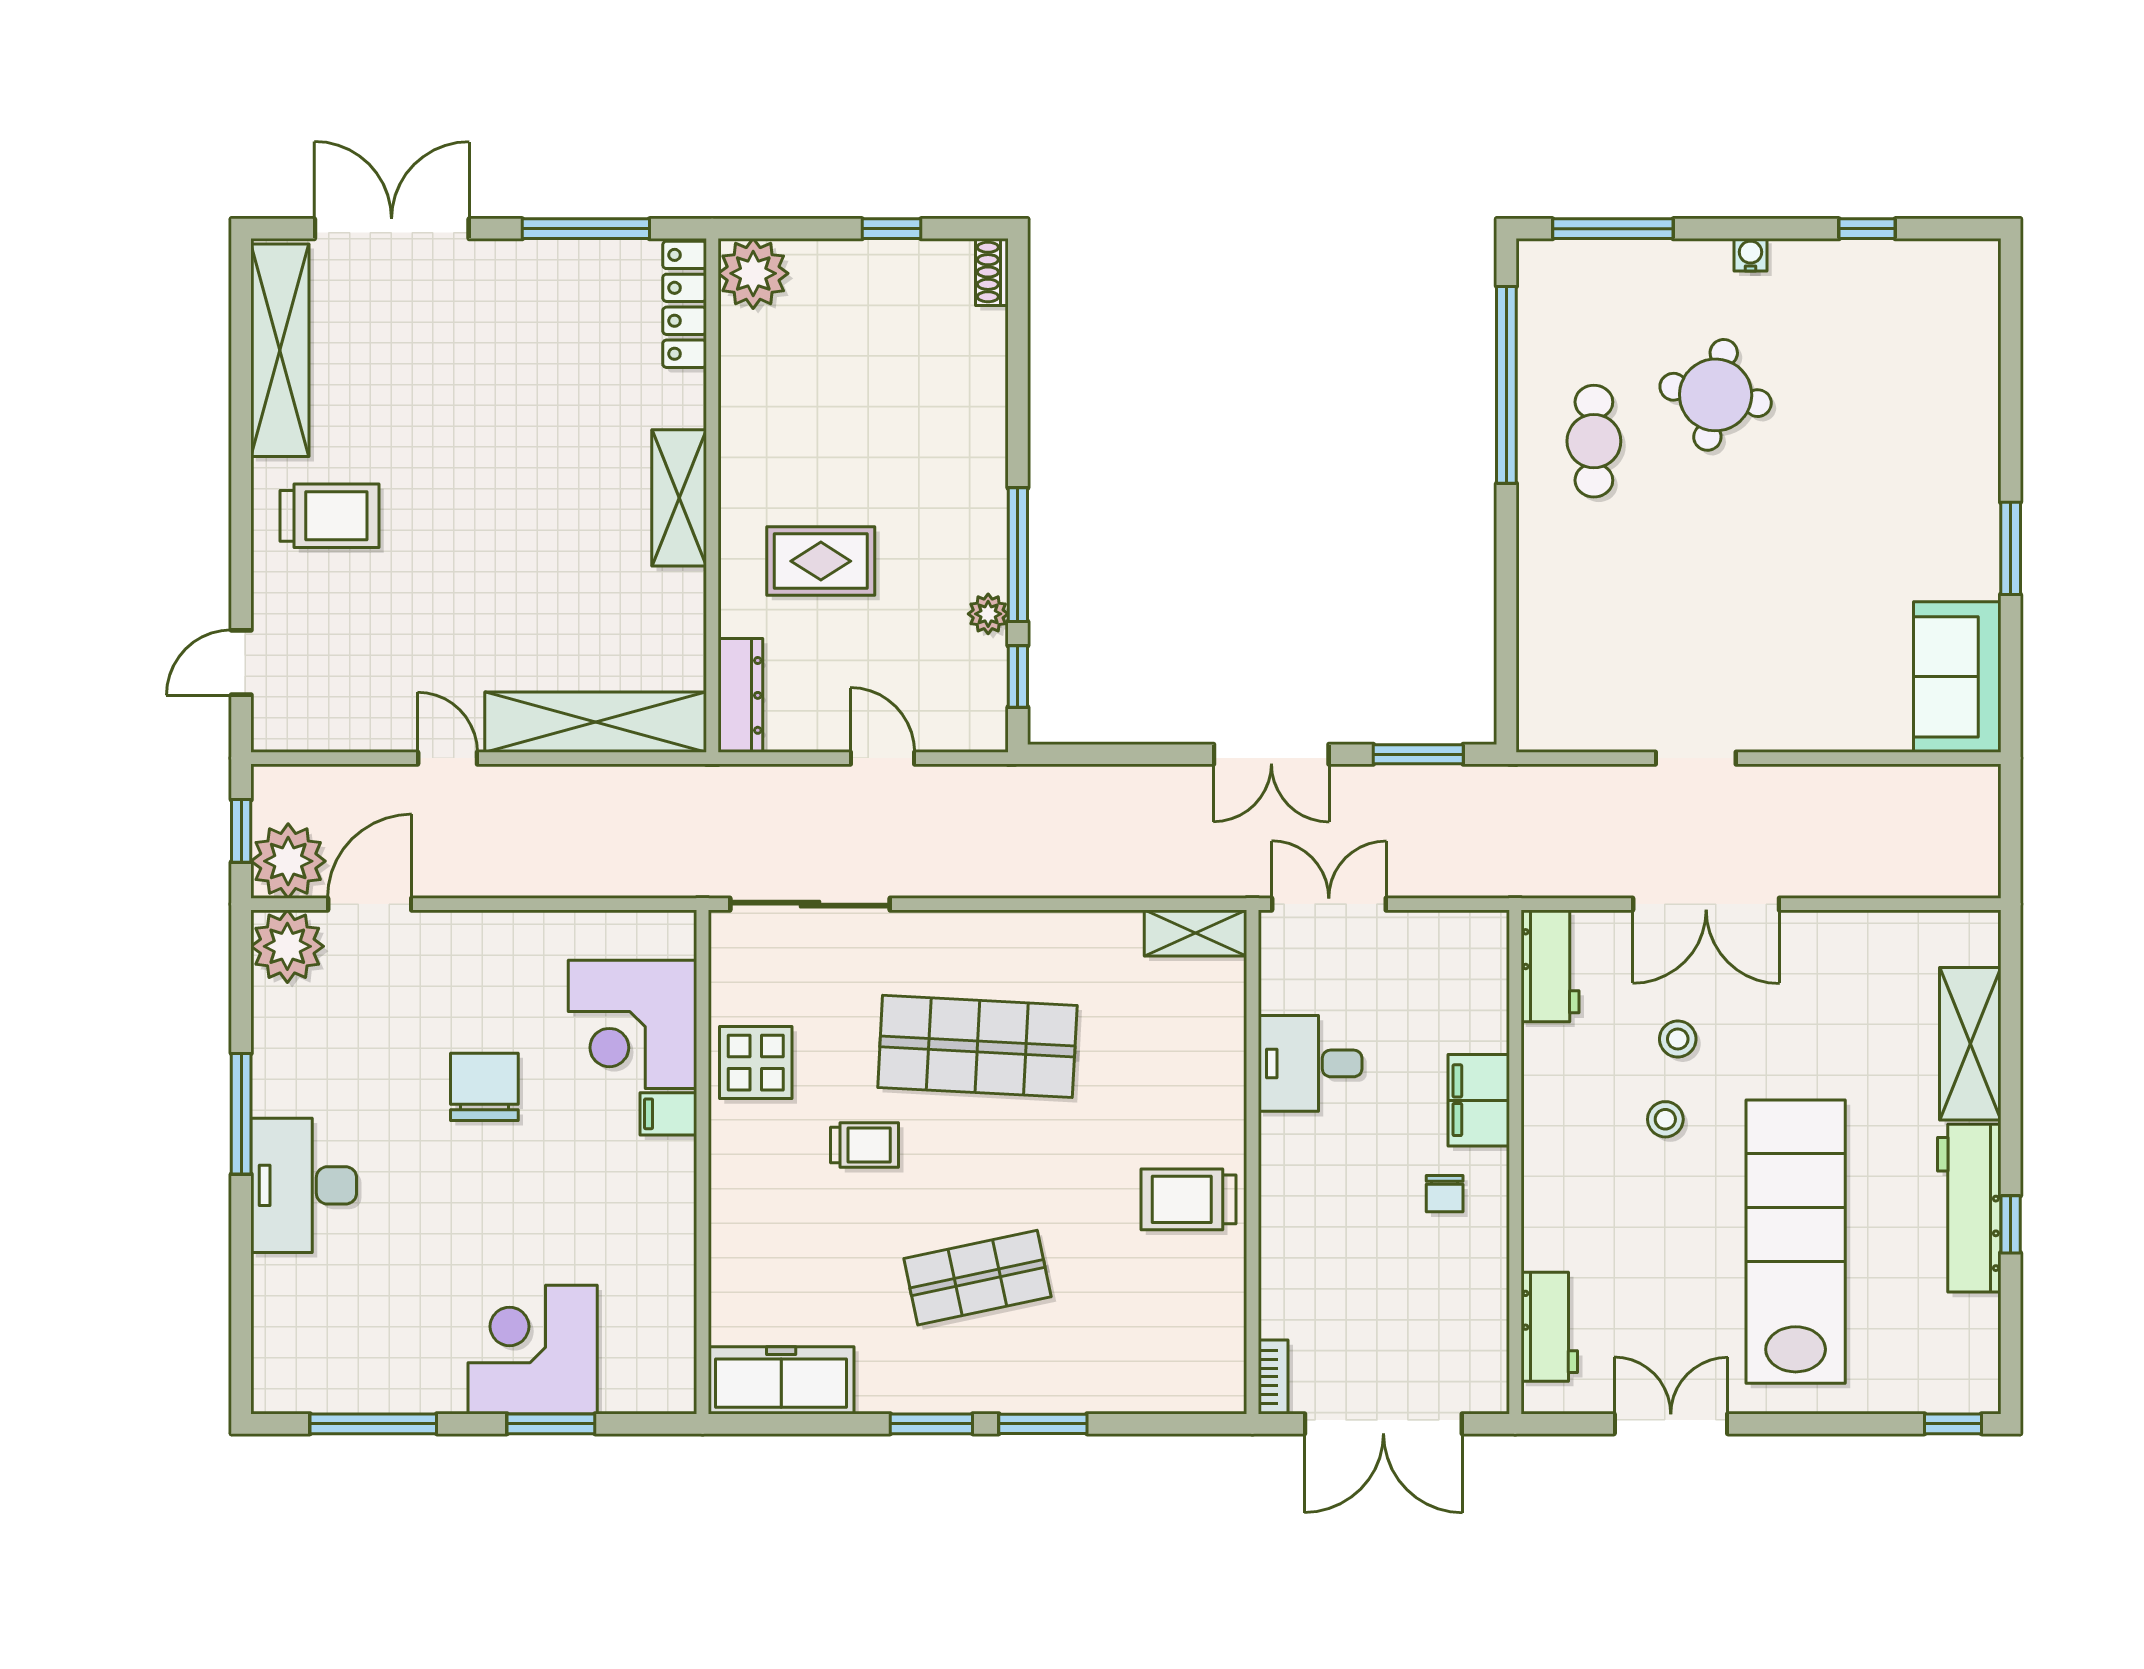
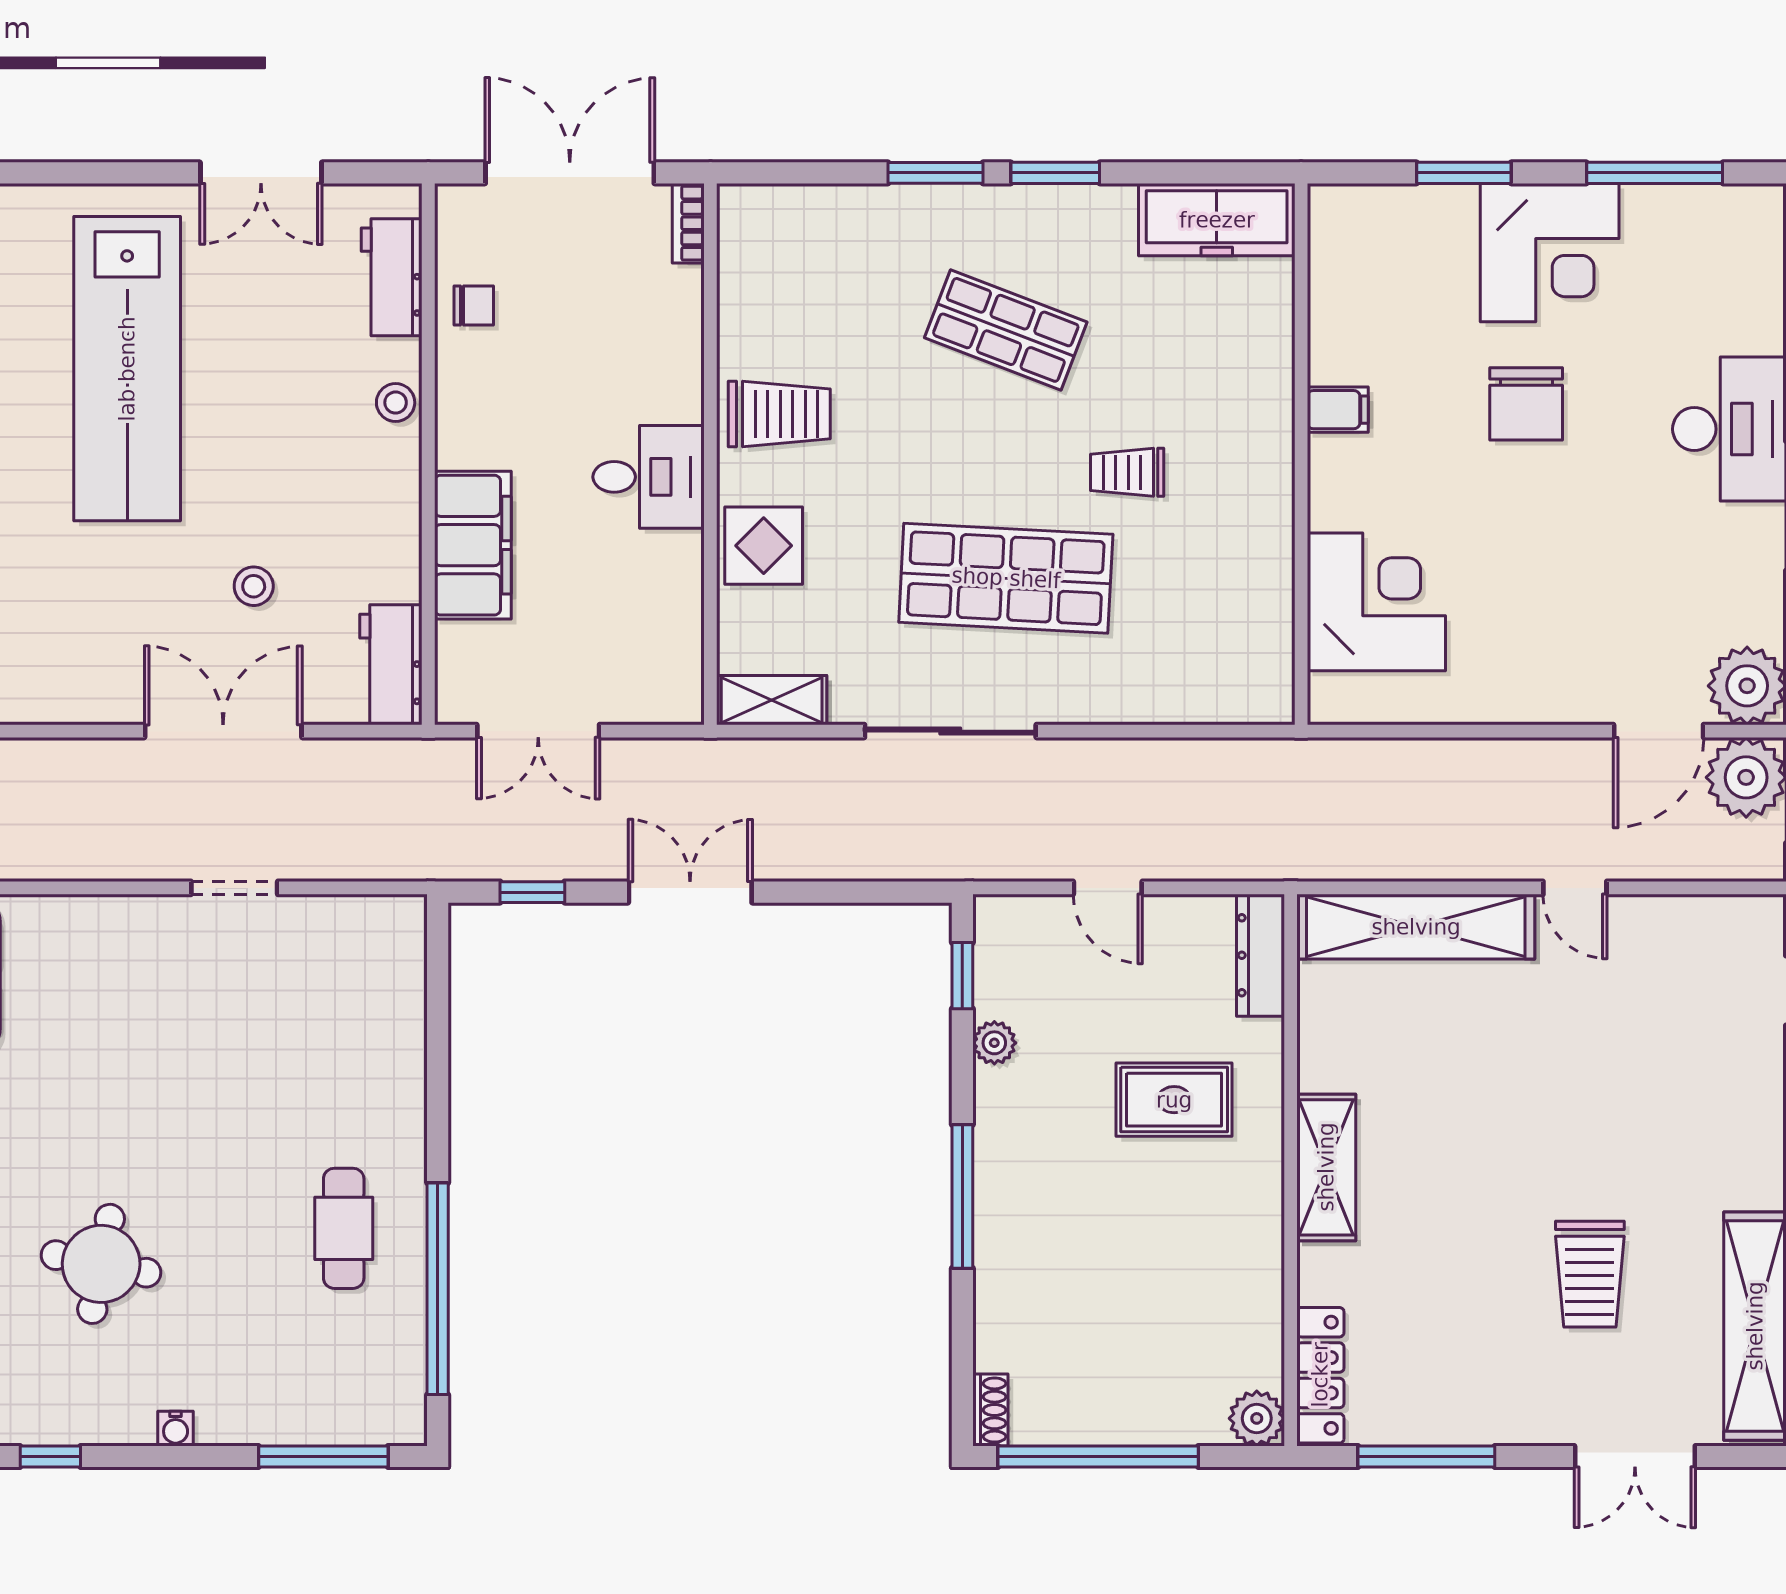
double door: (392, 229) -> (1635, 1457), width x0.73
window: (891, 229) -> (1098, 1457), width x3.17
plant: (753, 273) -> (1257, 1418), width x0.73, depth x0.73
round table: (1716, 395) -> (101, 1264), moved
trolley: (329, 516) -> (1590, 1274), moved, turned -90
window: (1018, 555) -> (962, 1196), moved
window: (1418, 754) -> (532, 892), width x0.67
sliding door: (810, 904) -> (950, 731), moved
double door: (1329, 904) -> (538, 731), moved
display table: (756, 1063) -> (764, 546), moved
desk: (1310, 1063) -> (649, 477), moved
chair: (484, 1087) -> (1526, 404), moved
filing cabinet: (1479, 1100) -> (473, 545), width x1.50, depth x1.17
filing cabinet: (668, 1114) -> (1338, 410), moved
stool: (1665, 1119) -> (396, 403), moved
chair: (1445, 1194) -> (474, 306), moved, turned 90
shop shelf: (977, 1278) -> (1006, 330), turned 33
corner desk: (533, 1350) -> (1550, 253), moved

